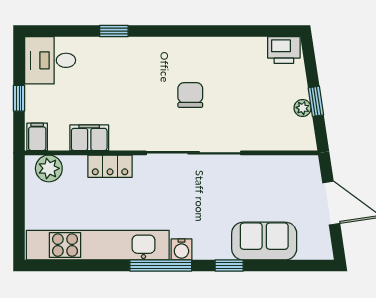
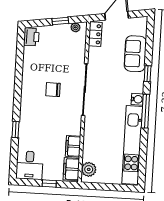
plant: (303, 108) -> (75, 27), moved
filing cabinet: (37, 137) -> (71, 169), width x2.00
locker: (110, 166) -> (95, 34), moved

